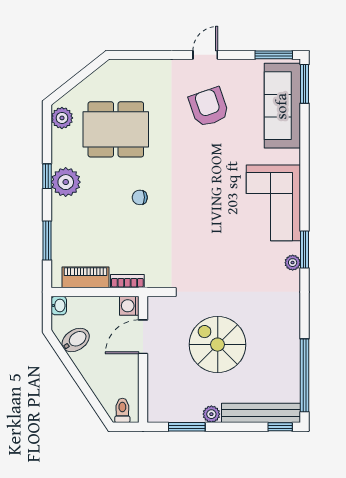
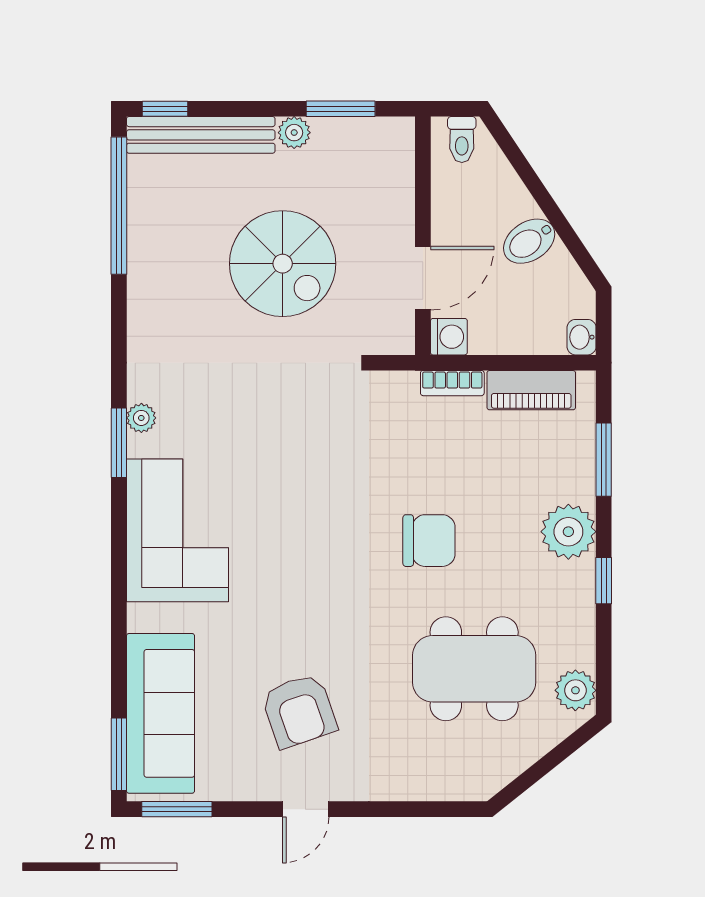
plant: (66, 182) -> (568, 532), moved
chair: (140, 197) -> (429, 541), width x1.87, depth x1.87
bidet: (76, 340) -> (529, 241), moved

